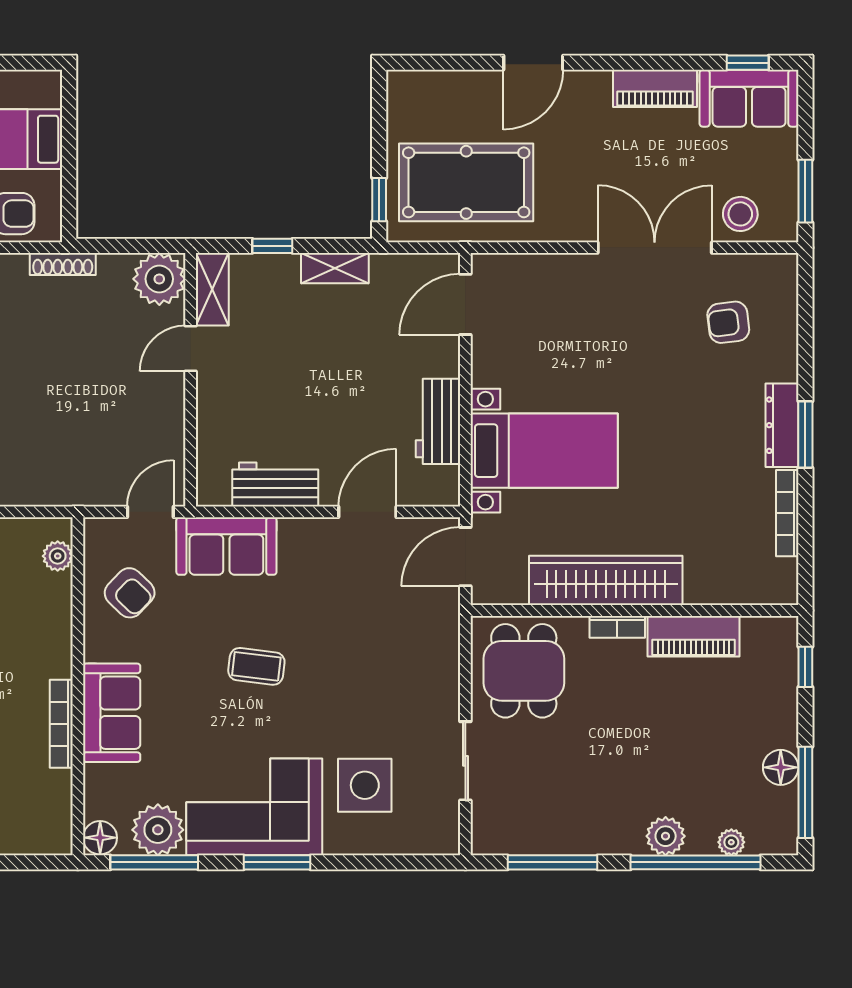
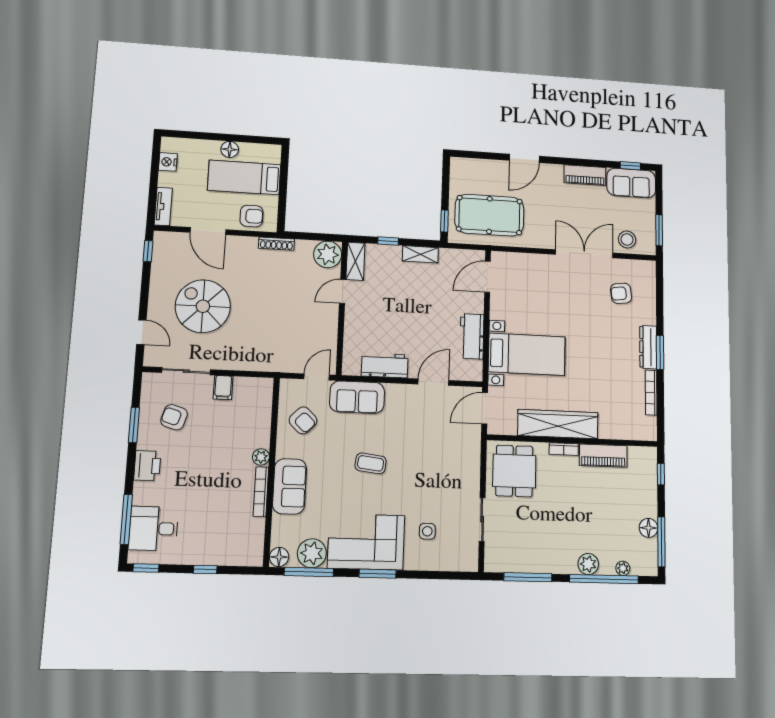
plant: (58, 556) -> (261, 457), moved
side table: (365, 785) -> (427, 531), width x0.54, depth x0.54

